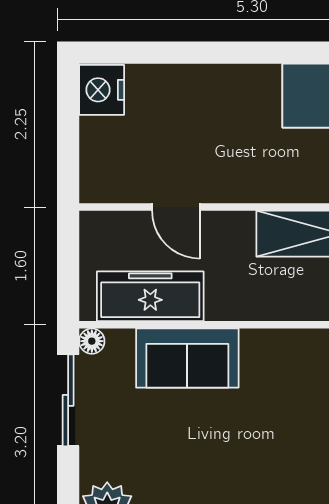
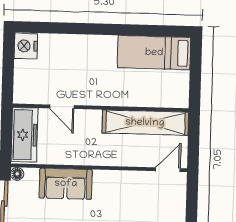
freezer: (150, 296) -> (24, 135), moved, turned 90

